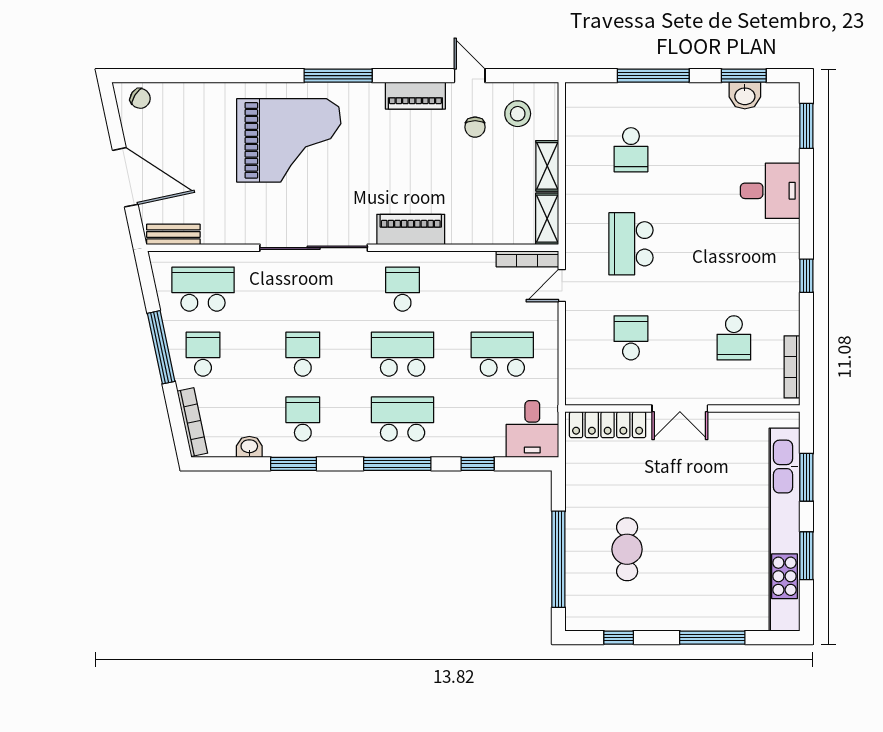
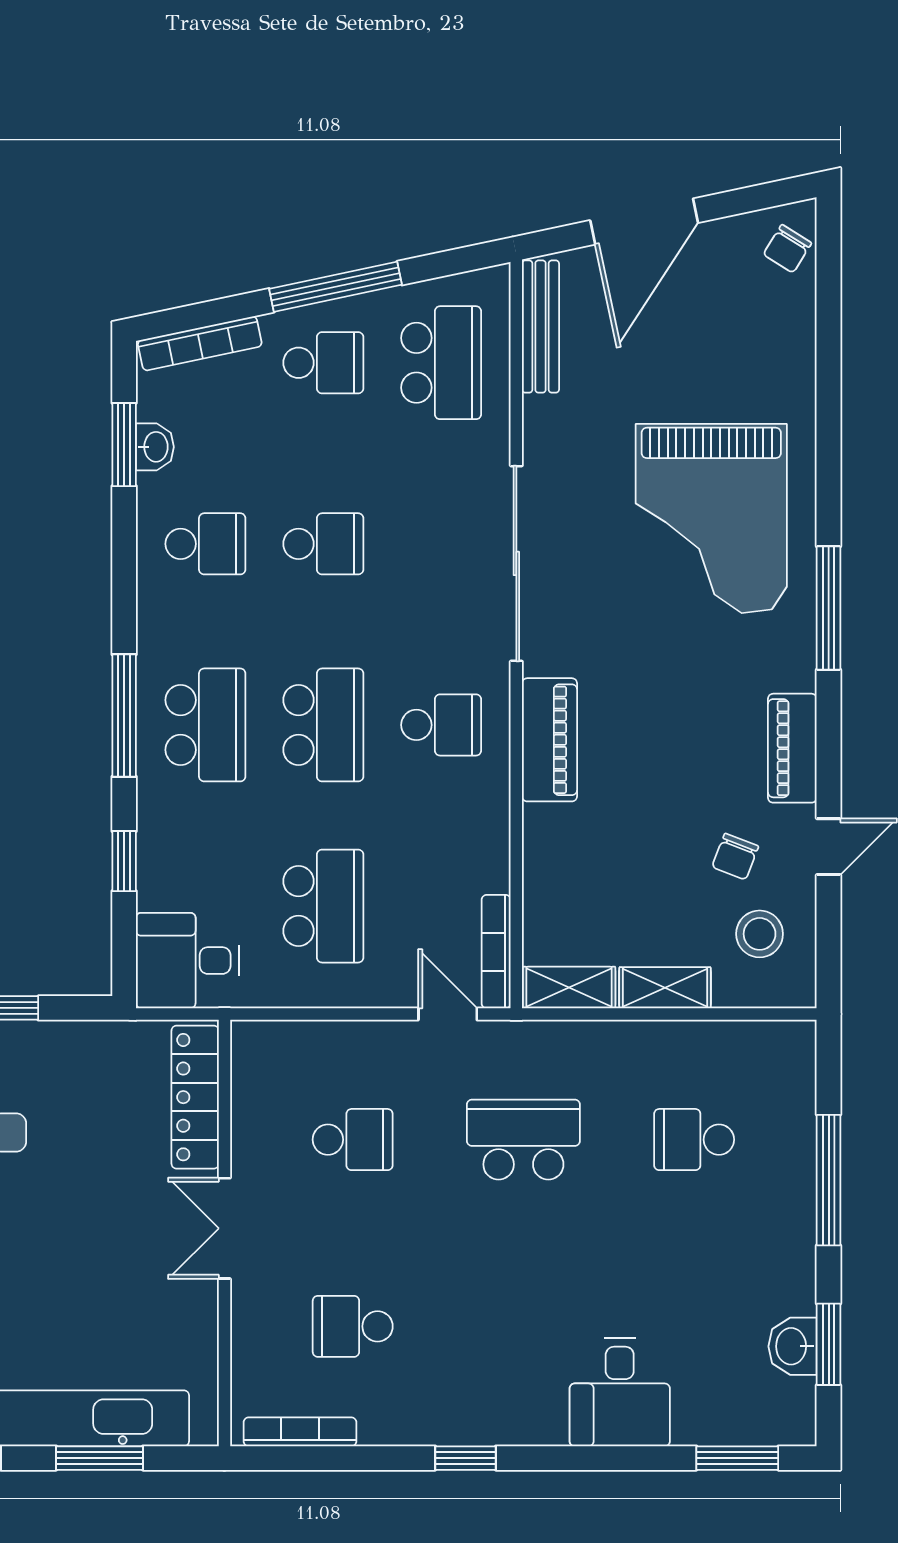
chair: (475, 127) -> (735, 857), turned -69
bench: (173, 234) -> (541, 327), width x1.36
window: (294, 464) -> (124, 445), moved

